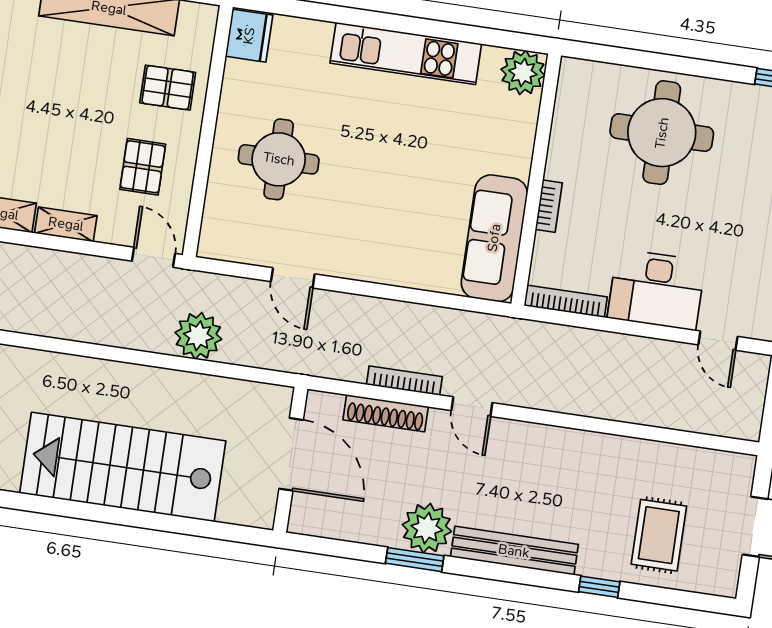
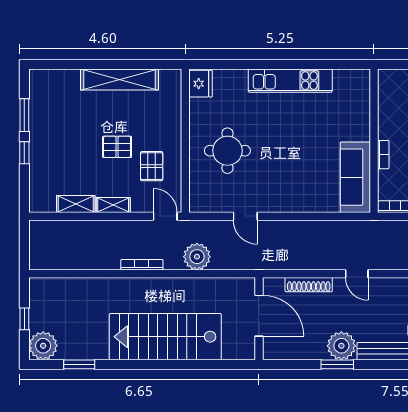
plant: (523, 72) -> (358, 82), removed
pallet: (168, 88) -> (117, 147), moved
bookcase: (404, 381) -> (142, 265), moved

